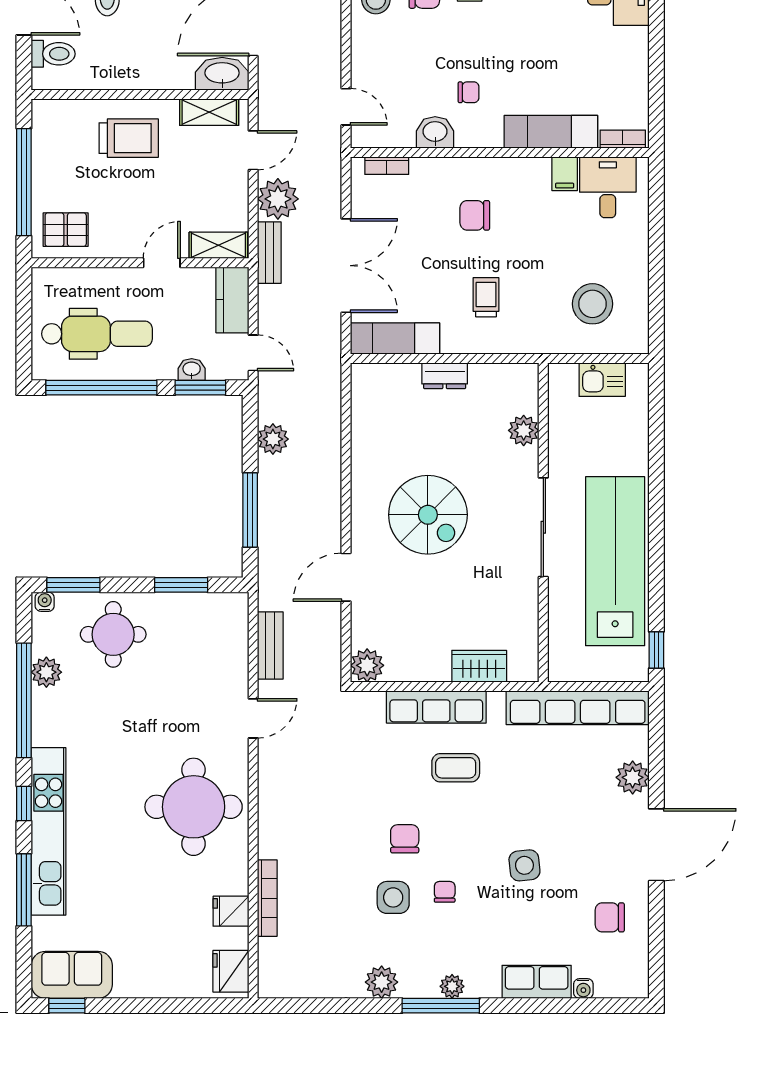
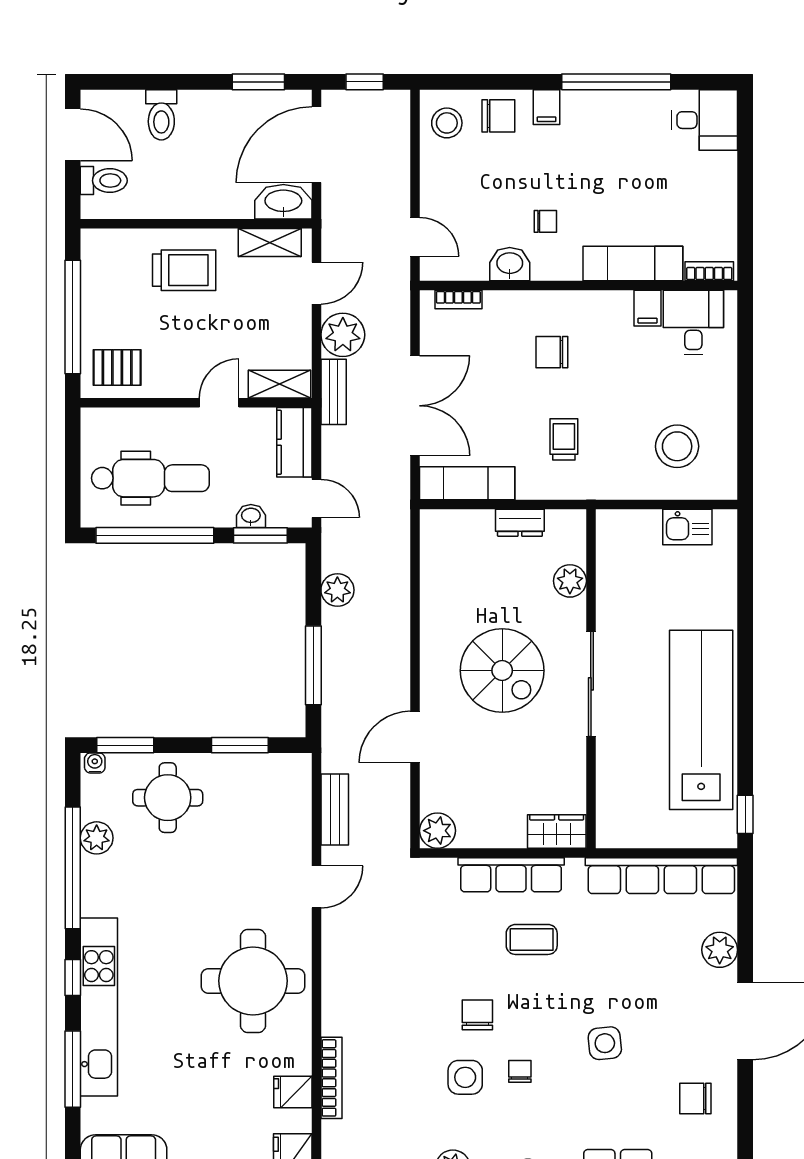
plant: (524, 430) -> (570, 581), moved
wall: (543, 523) -> (591, 679), moved
sliding door: (543, 527) -> (591, 684), moved

